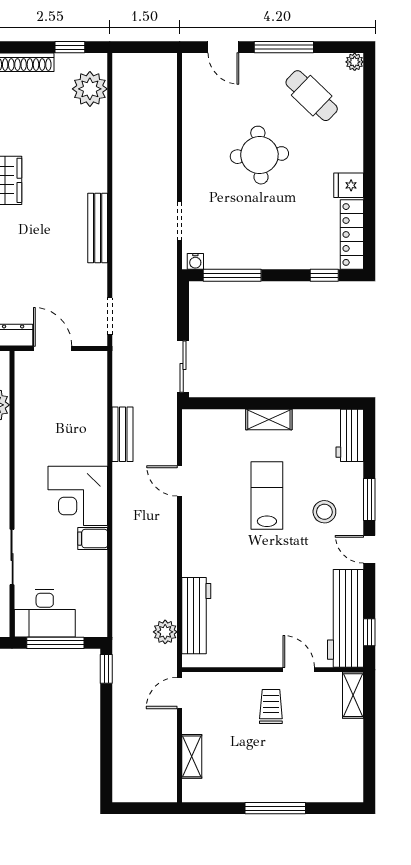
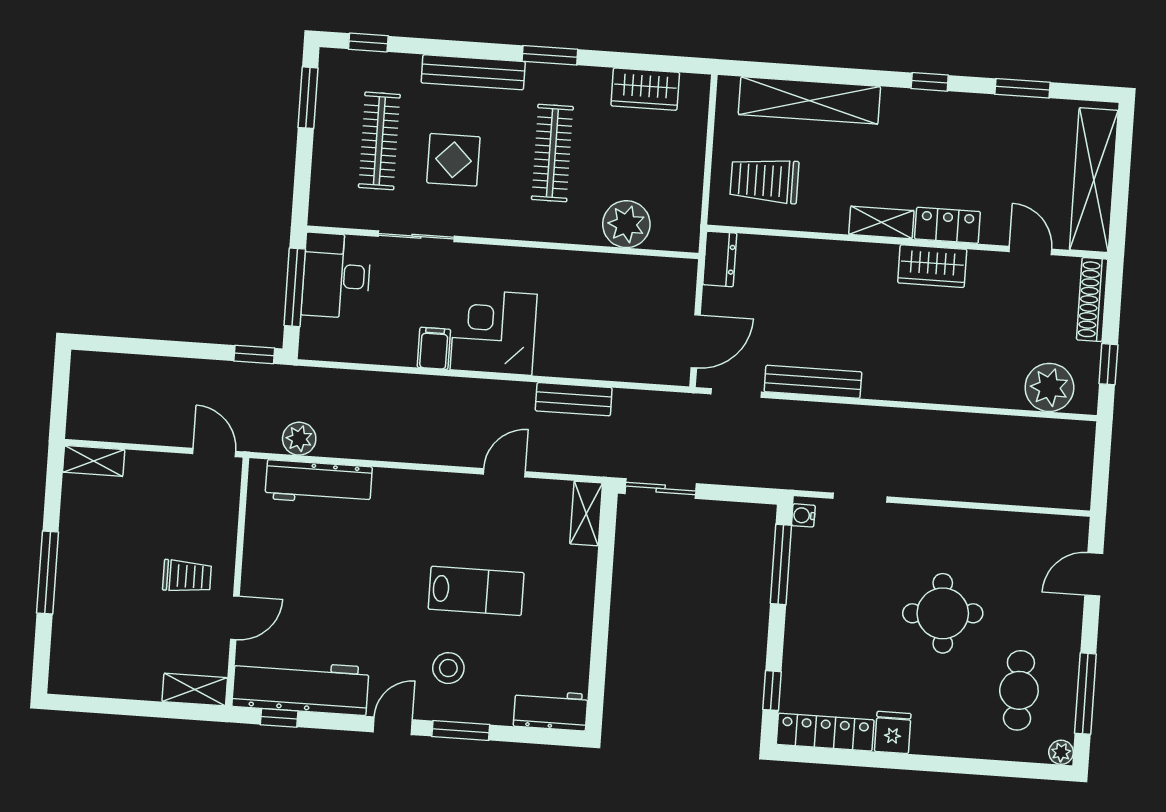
window: (284, 47) -> (1085, 694), moved
cafe table: (312, 96) -> (1019, 690), turned -44
bench: (98, 228) -> (813, 382), moved
door: (53, 349) -> (696, 341), moved
shelving: (269, 419) -> (586, 513), moved
shelving: (192, 756) -> (94, 461), moved

